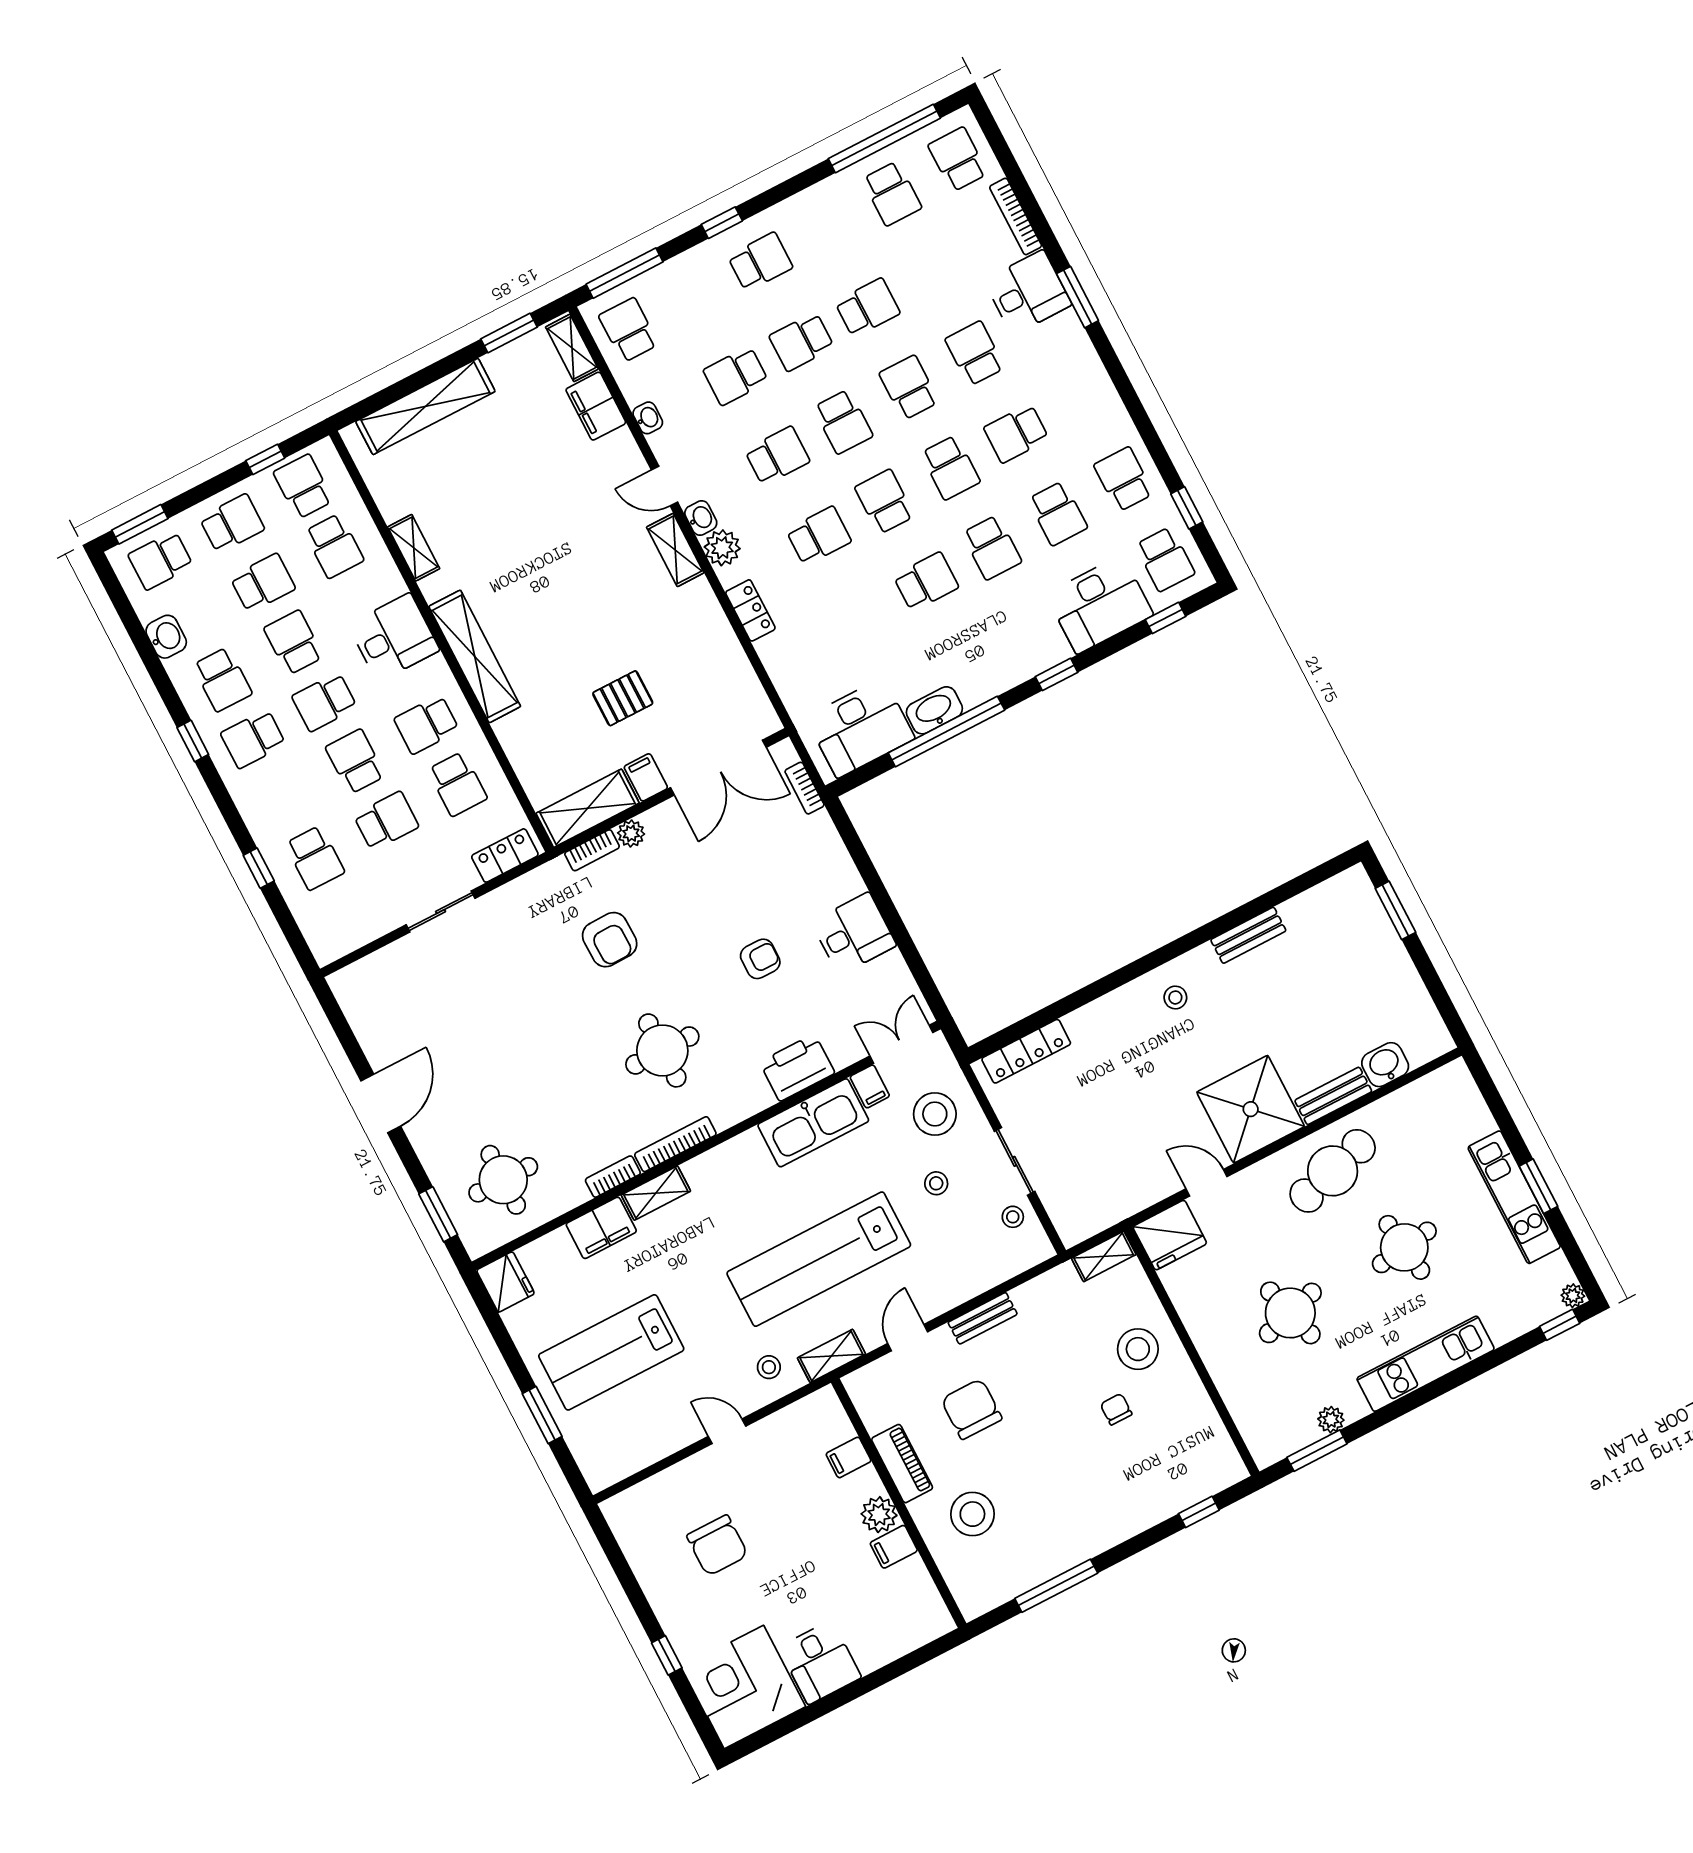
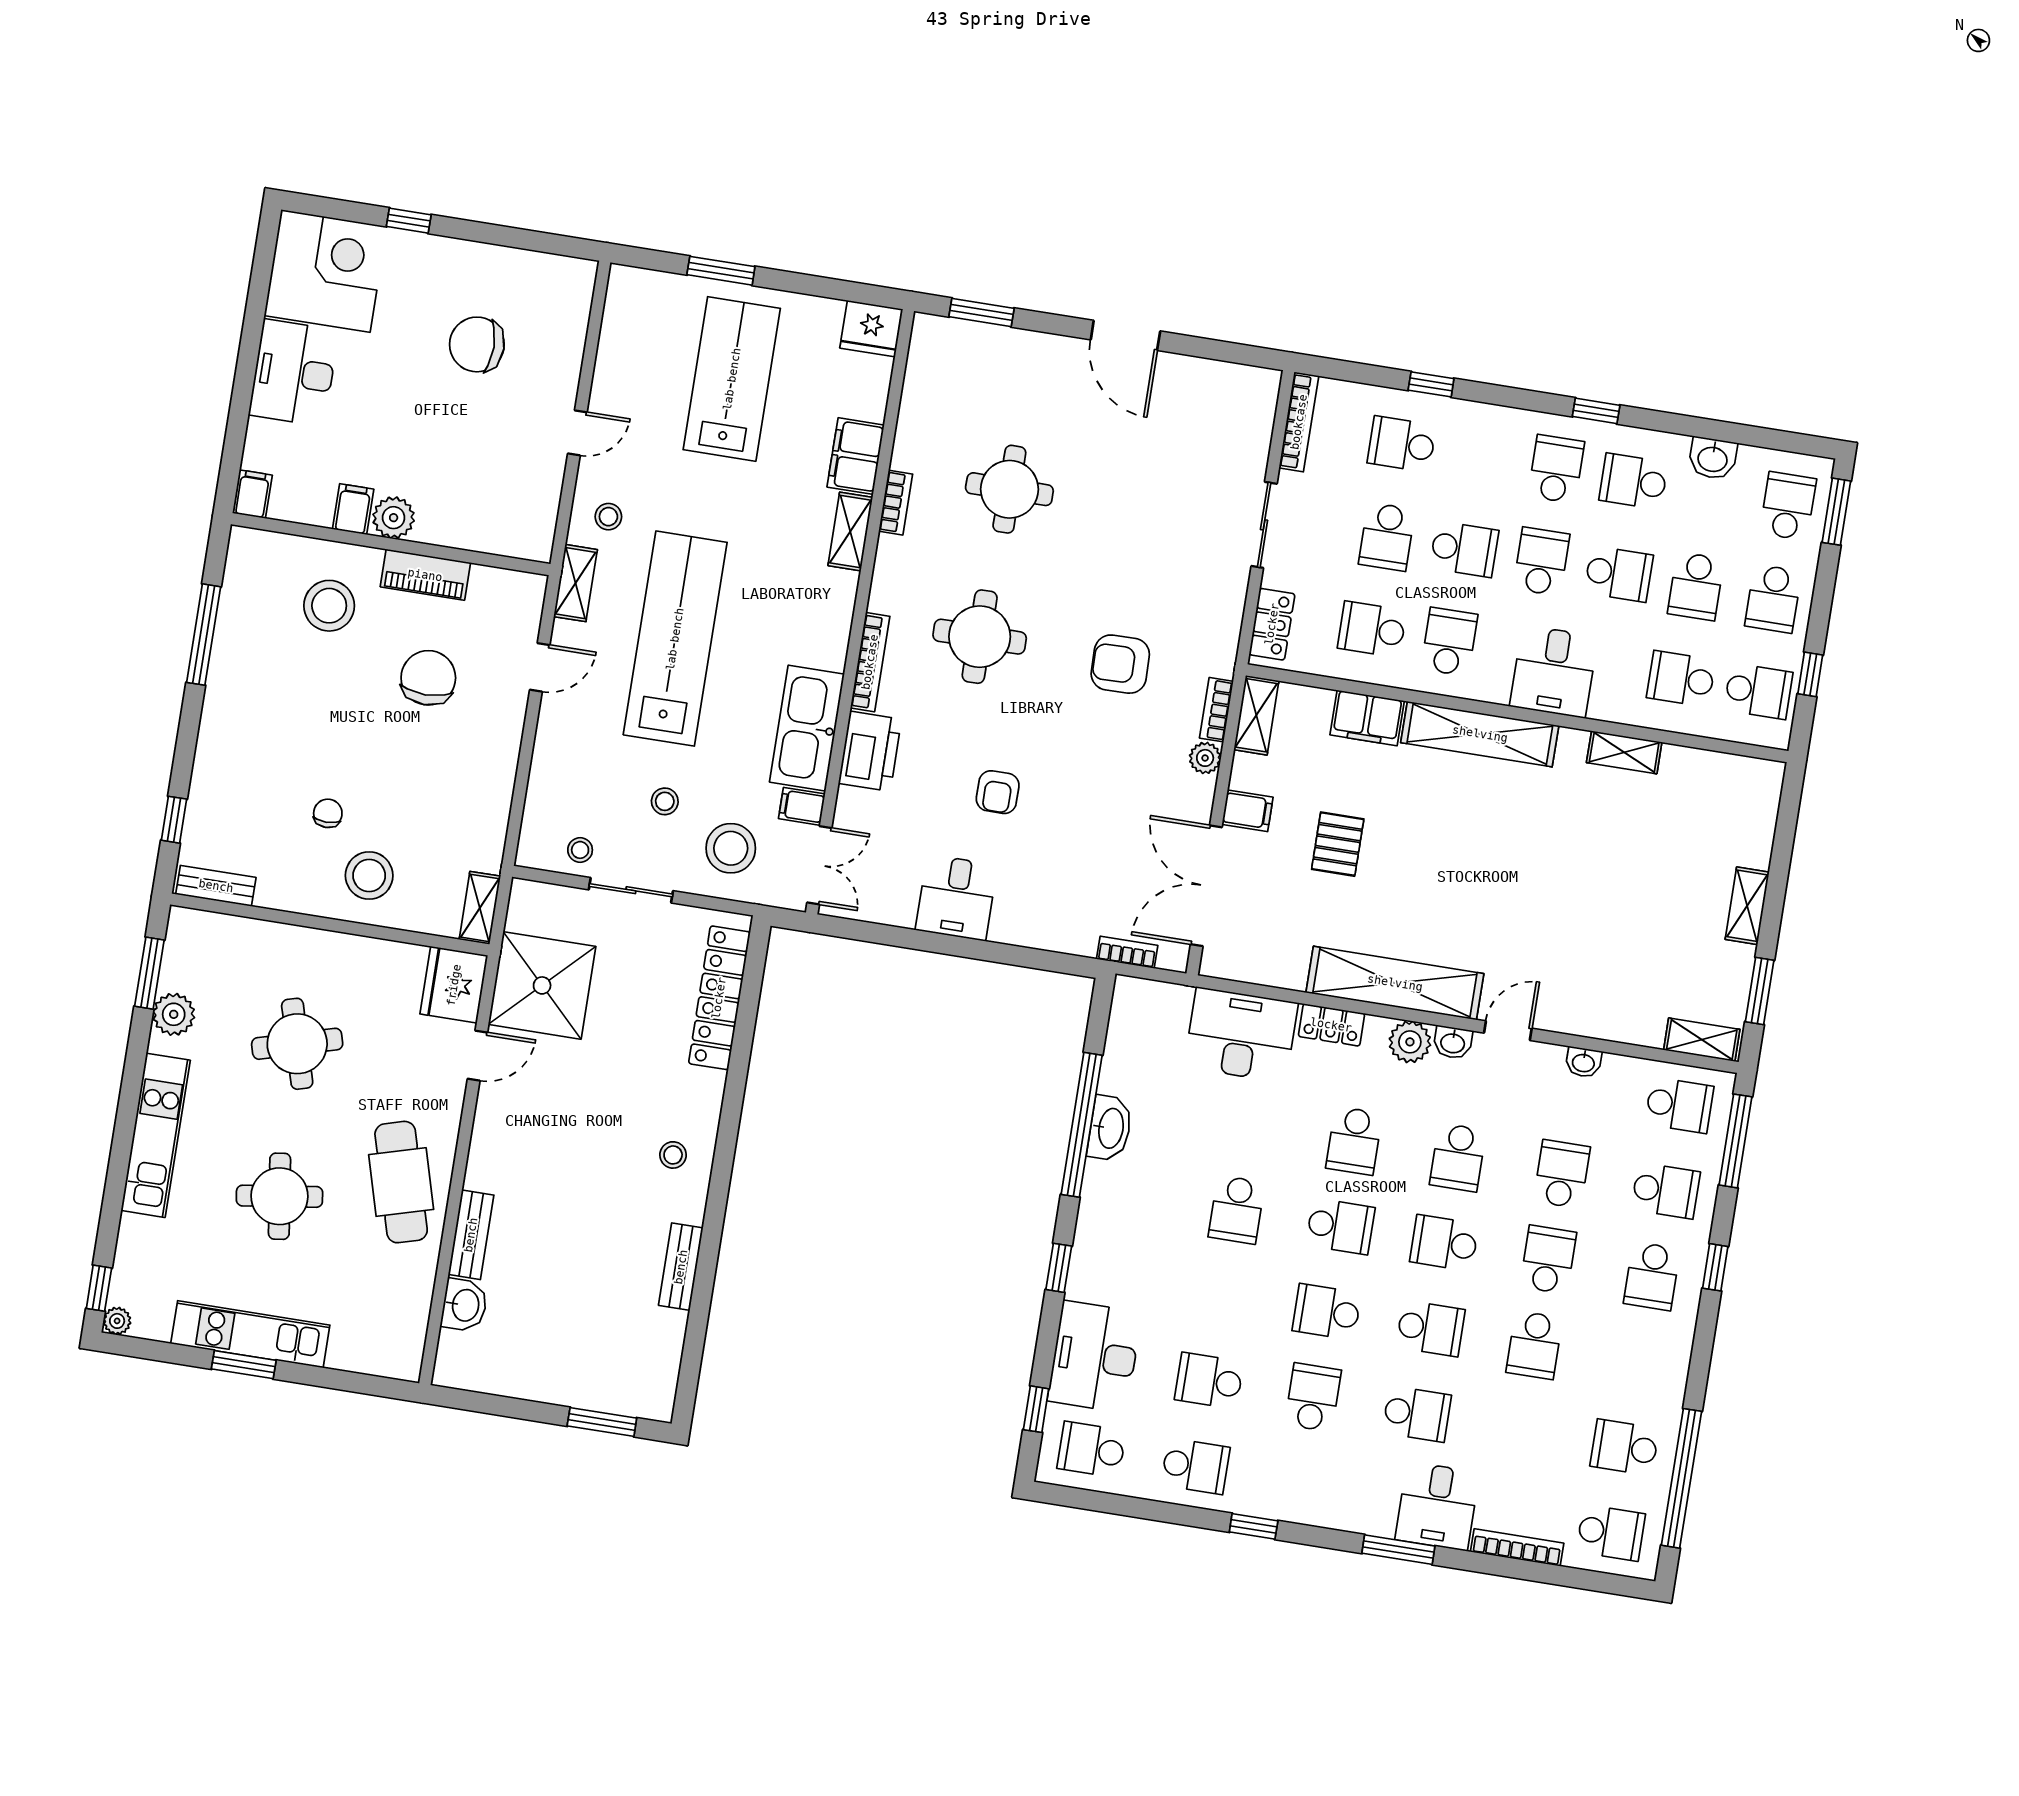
shelving: (425, 406) -> (1747, 906), width x0.45, depth x0.75
filing cabinet: (596, 406) -> (1367, 718), moved, turned 180
window: (1187, 508) -> (1254, 1526), moved
school desk: (992, 548) -> (1666, 1191), moved, turned 180
shelving: (675, 550) -> (1395, 983), width x2.20, depth x1.33
desk: (860, 728) -> (1241, 1035), moved, turned 90
shelving: (588, 808) -> (1256, 715), width x0.67, depth x0.75
bookcase: (352, 940) -> (1299, 422), added
locker: (1026, 1051) -> (719, 998), width x1.41, depth x1.21
shower: (1251, 1109) -> (542, 985), moved
bookcase: (675, 1144) -> (870, 662), moved
round table: (503, 1180) -> (1009, 489), moved
bench: (983, 1318) -> (216, 886), moved, turned 90
door: (908, 1338) -> (540, 667), hinge flipped
chair: (972, 1409) -> (428, 678), turned -90
chair: (1116, 1409) -> (328, 813), turned -90
plant: (1331, 1420) -> (174, 1014), width x1.38, depth x1.38
filing cabinet: (849, 1457) -> (253, 494), moved
desk: (820, 1662) -> (294, 373), width x1.37

